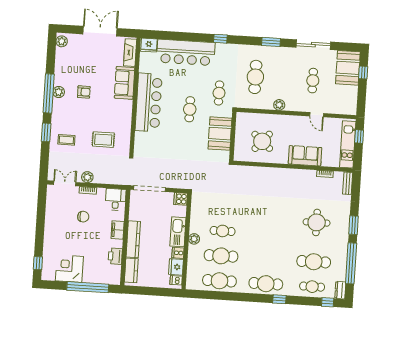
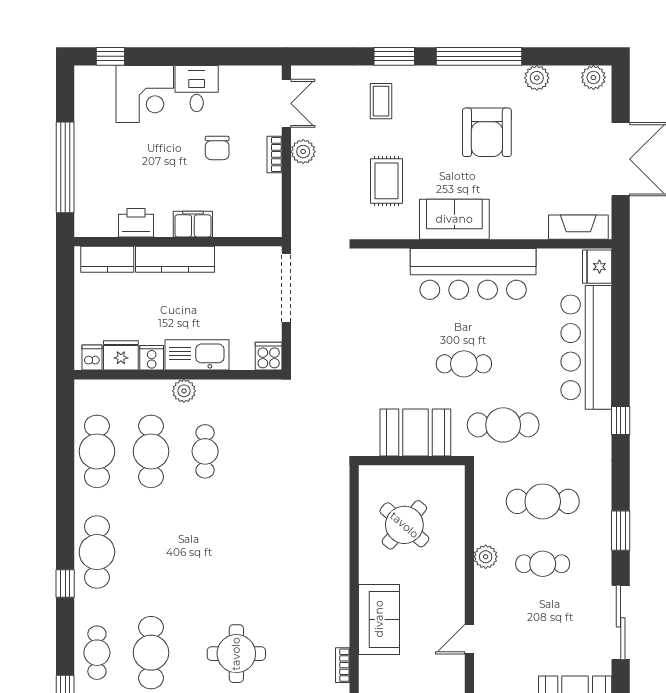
cafe table: (313, 81) -> (543, 564), moved
sofa: (125, 83) -> (454, 219), moved
plant: (59, 92) -> (537, 78), moved
armchair: (84, 92) -> (487, 132), width x1.88, depth x1.88
cafe table: (219, 93) -> (503, 425), width x1.37, depth x1.35
desk: (116, 199) -> (197, 89), moved, turned -90
corner desk: (69, 269) -> (145, 94), moved, turned 90

